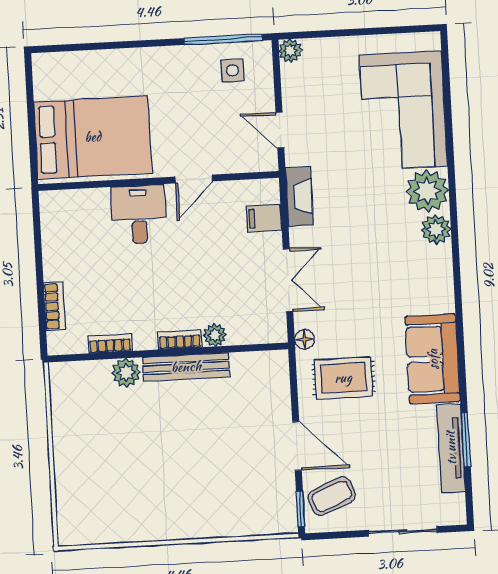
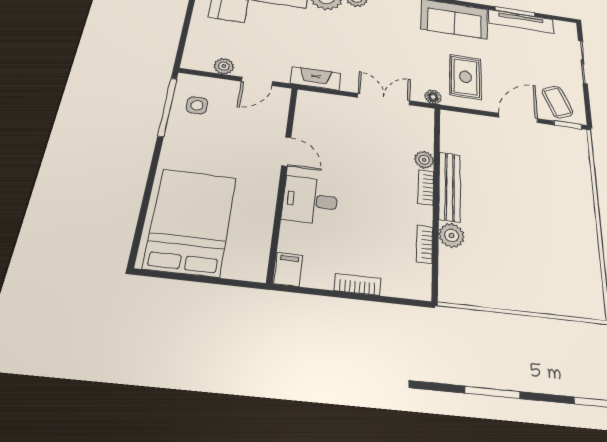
plant: (290, 51) -> (224, 66), moved
bed: (93, 137) -> (191, 222), moved
filing cabinet: (264, 218) -> (288, 269), moved, turned 180
bookcase: (54, 306) -> (357, 284), moved

